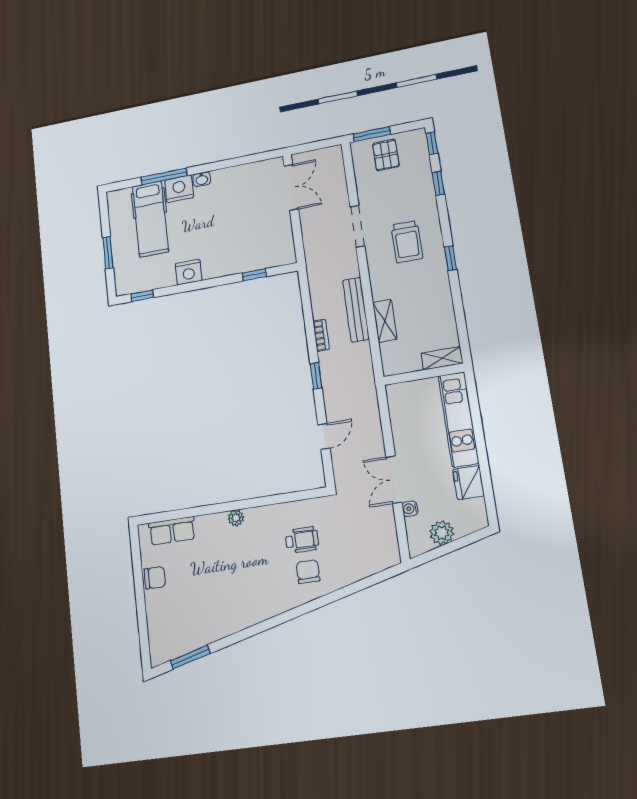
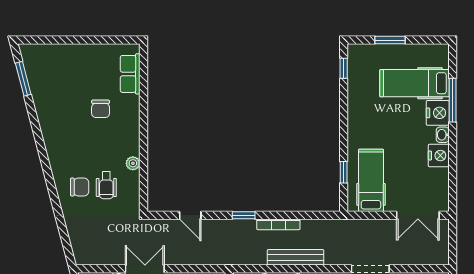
hospital bed: (259, 244) -> (371, 180), added
nightstand: (189, 272) -> (439, 156), moved, turned 180
bookcase: (321, 335) -> (278, 224), width x1.56
plant: (236, 518) -> (133, 163), moved
chair: (155, 578) -> (101, 109), moved

